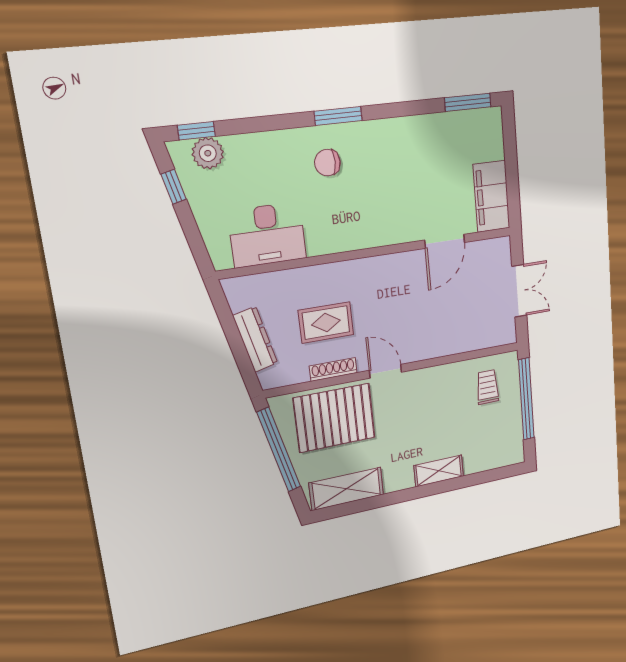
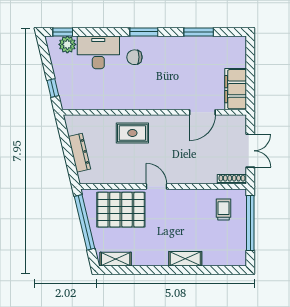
window: (468, 102) -> (199, 32), moved
window: (174, 187) -> (53, 88), moved
desk: (267, 235) -> (98, 52), moved, turned 180
rug: (326, 323) -> (132, 133), moved
shoe rack: (333, 369) -> (232, 179), moved
shelving: (346, 489) -> (116, 259), width x0.67, depth x0.75

